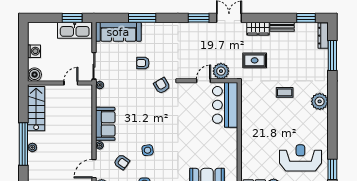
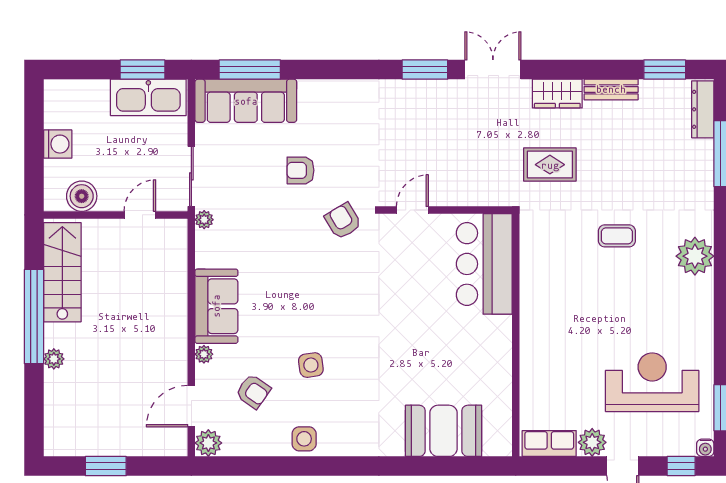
window: (142, 18) -> (250, 70), moved
plant: (221, 71) -> (475, 188), removed
boiler: (35, 75) -> (82, 196), moved
door: (203, 81) -> (412, 210), moved
window: (23, 144) -> (34, 317), moved

